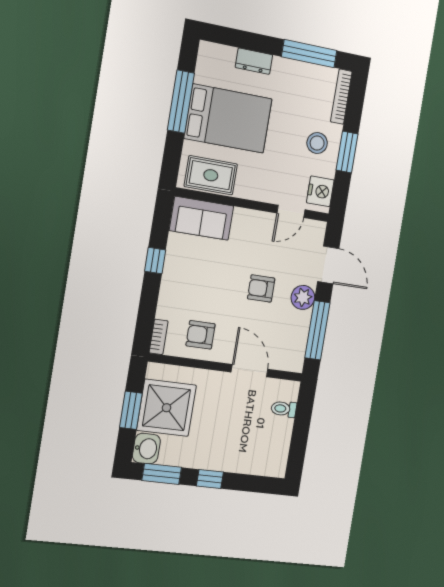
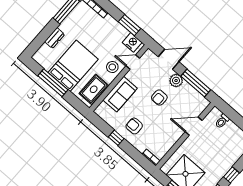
stool: (317, 143) -> (112, 67), moved
window: (347, 152) -> (130, 25), moved
door: (291, 211) -> (133, 62), swing flipped
sofa: (202, 218) -> (120, 94), moved
armchair: (201, 335) -> (134, 126), moved, turned 90

